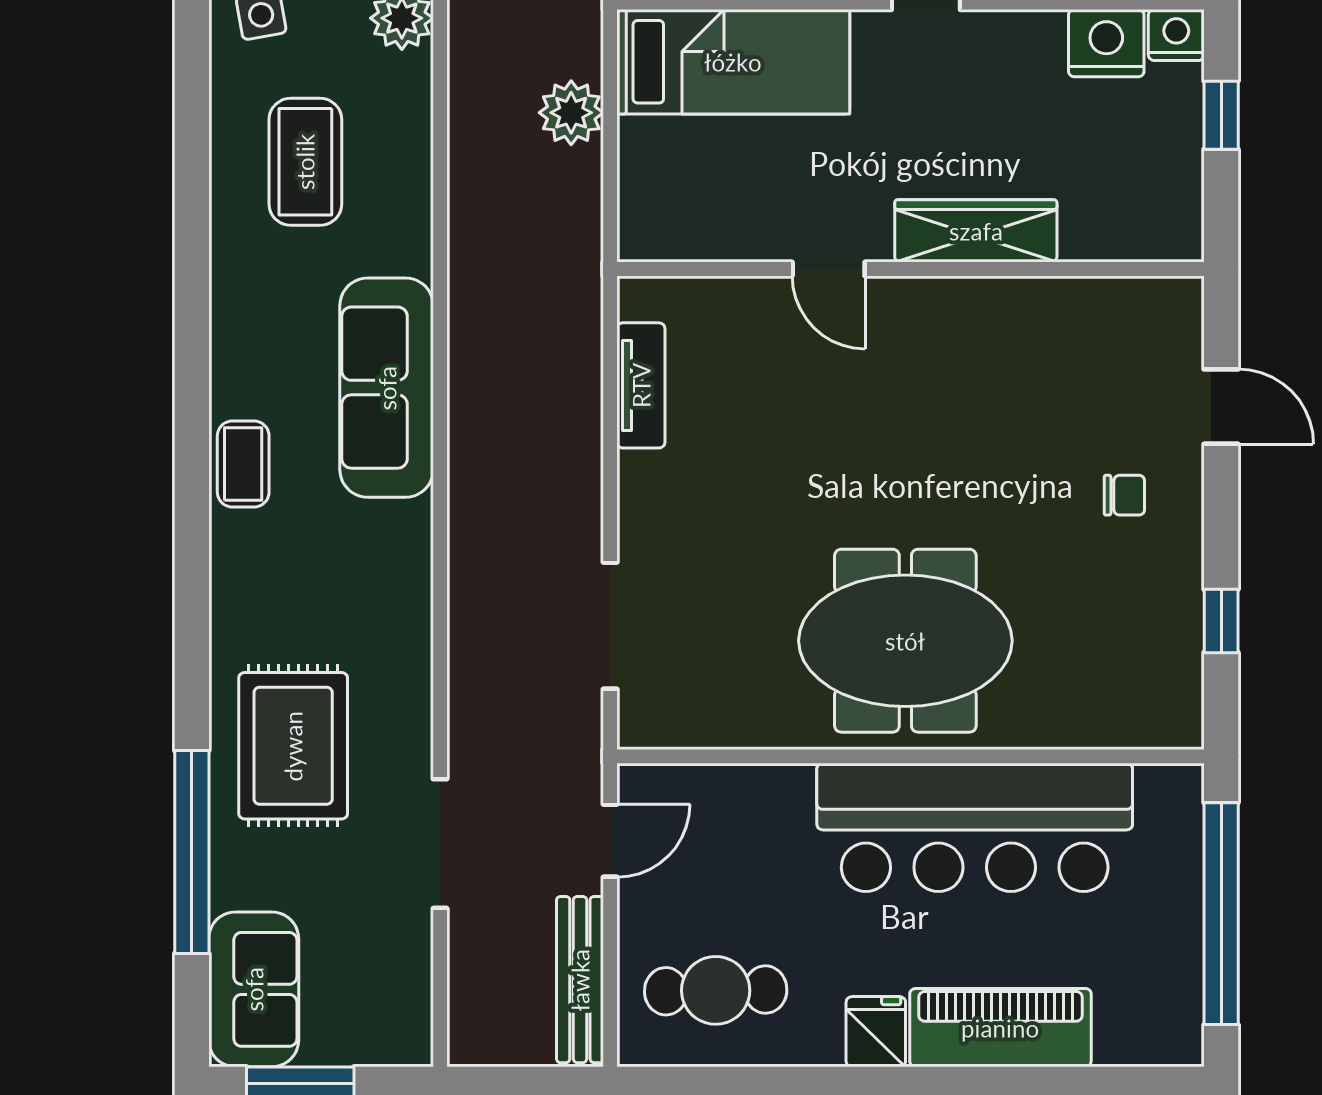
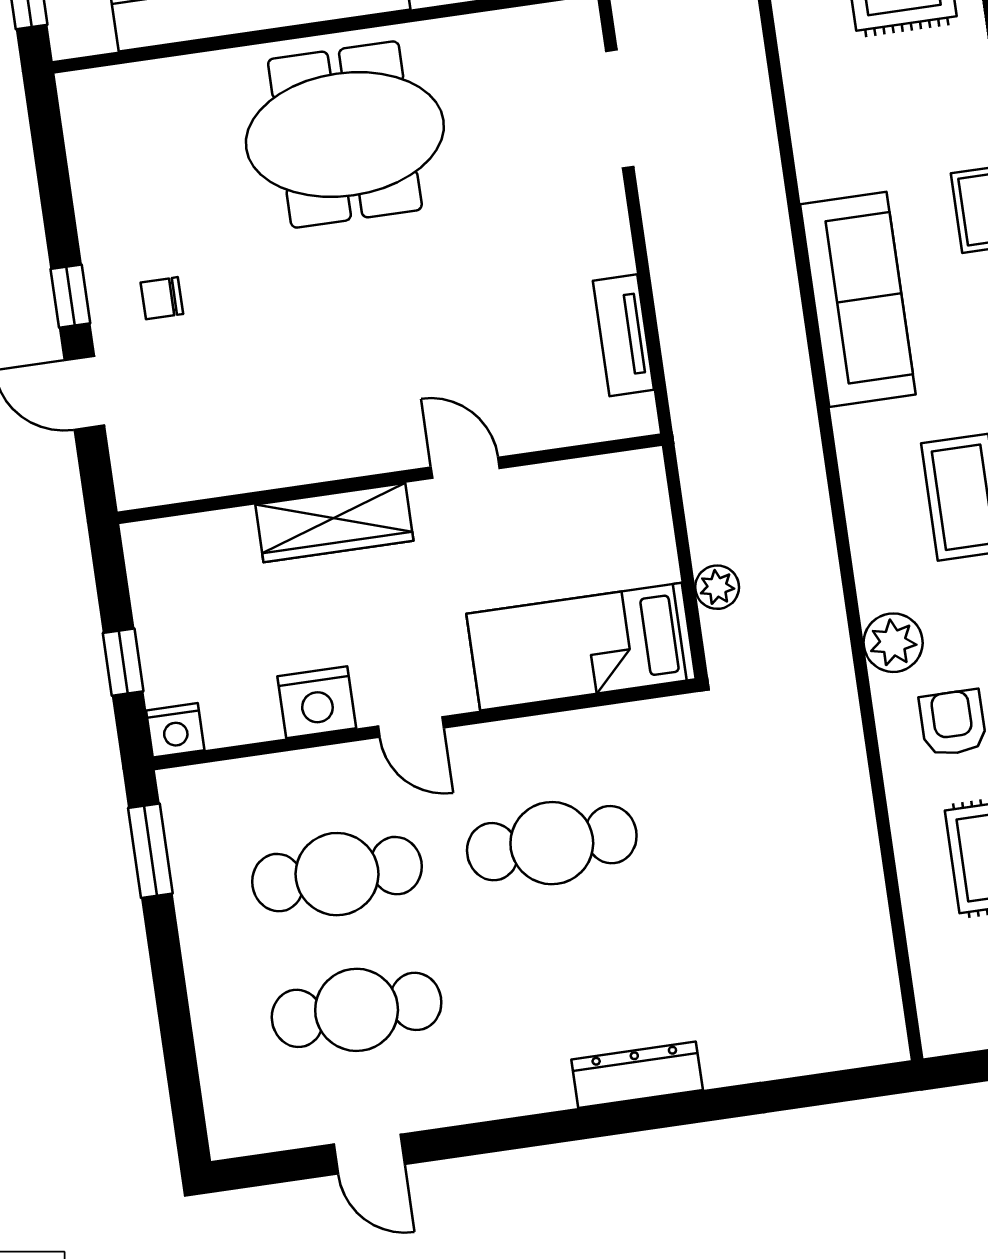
nightstand: (1106, 43) -> (317, 702), moved
plant: (571, 113) -> (717, 587), width x0.73, depth x0.73
window: (1221, 621) -> (70, 296), moved

